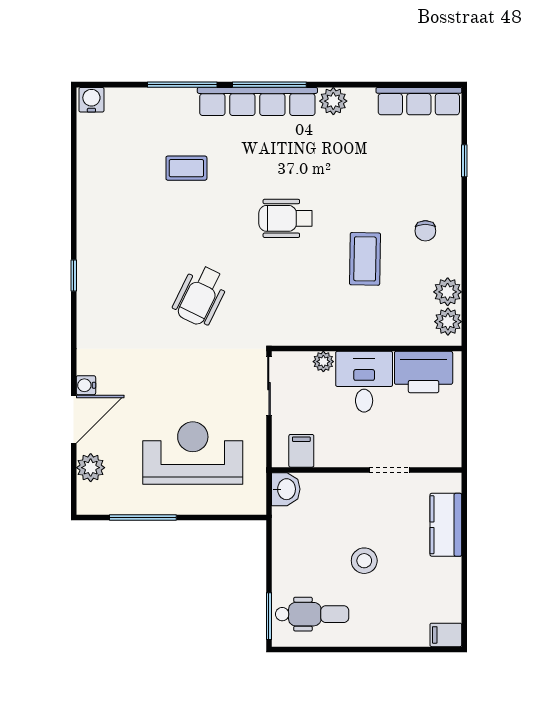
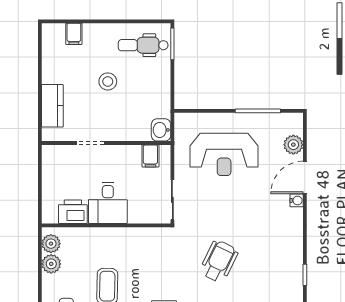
plant: (323, 362) -> (135, 217), removed
printer: (424, 372) -> (73, 212), width x0.73, depth x0.84
filing cabinet: (446, 635) -> (74, 34), moved, turned 90

